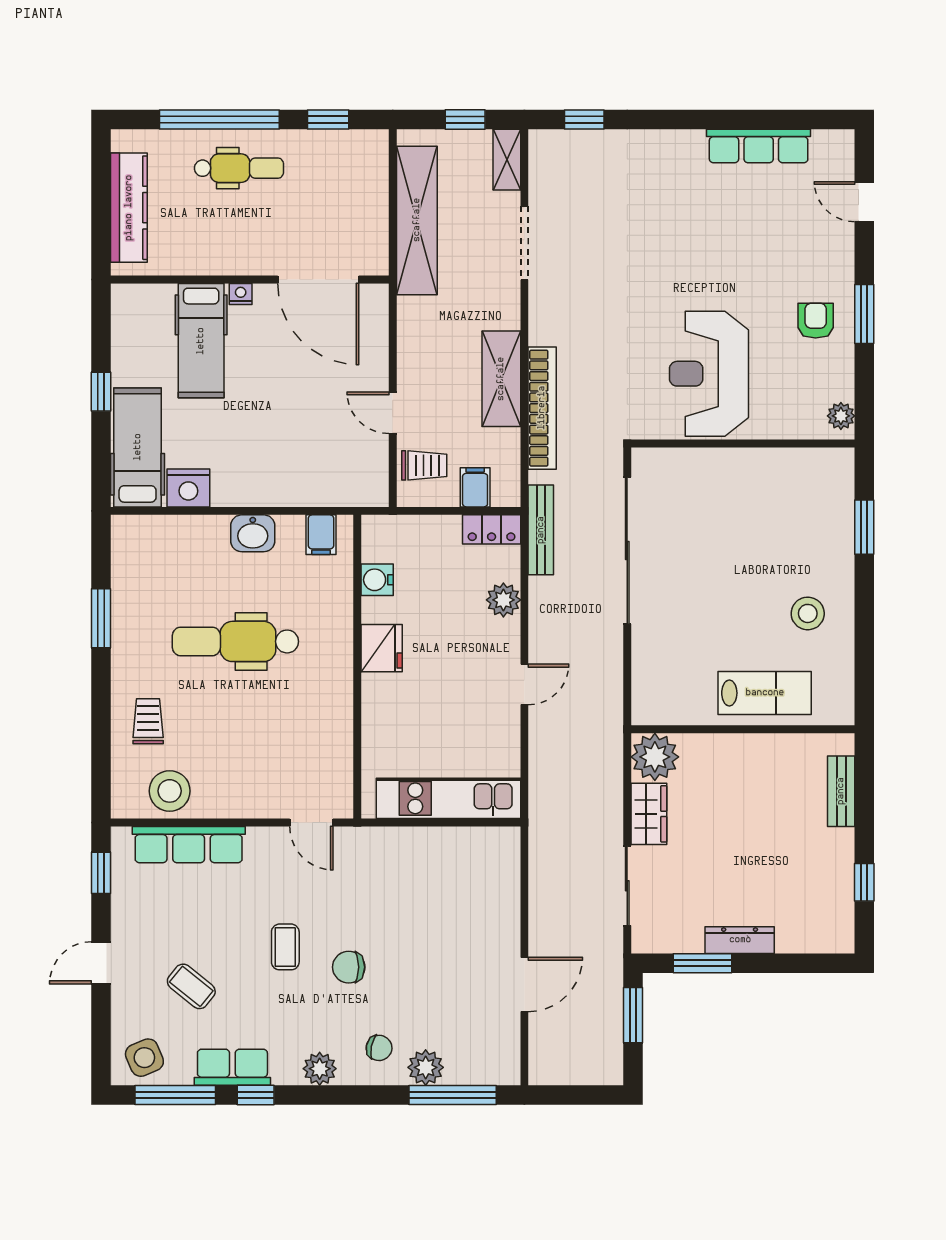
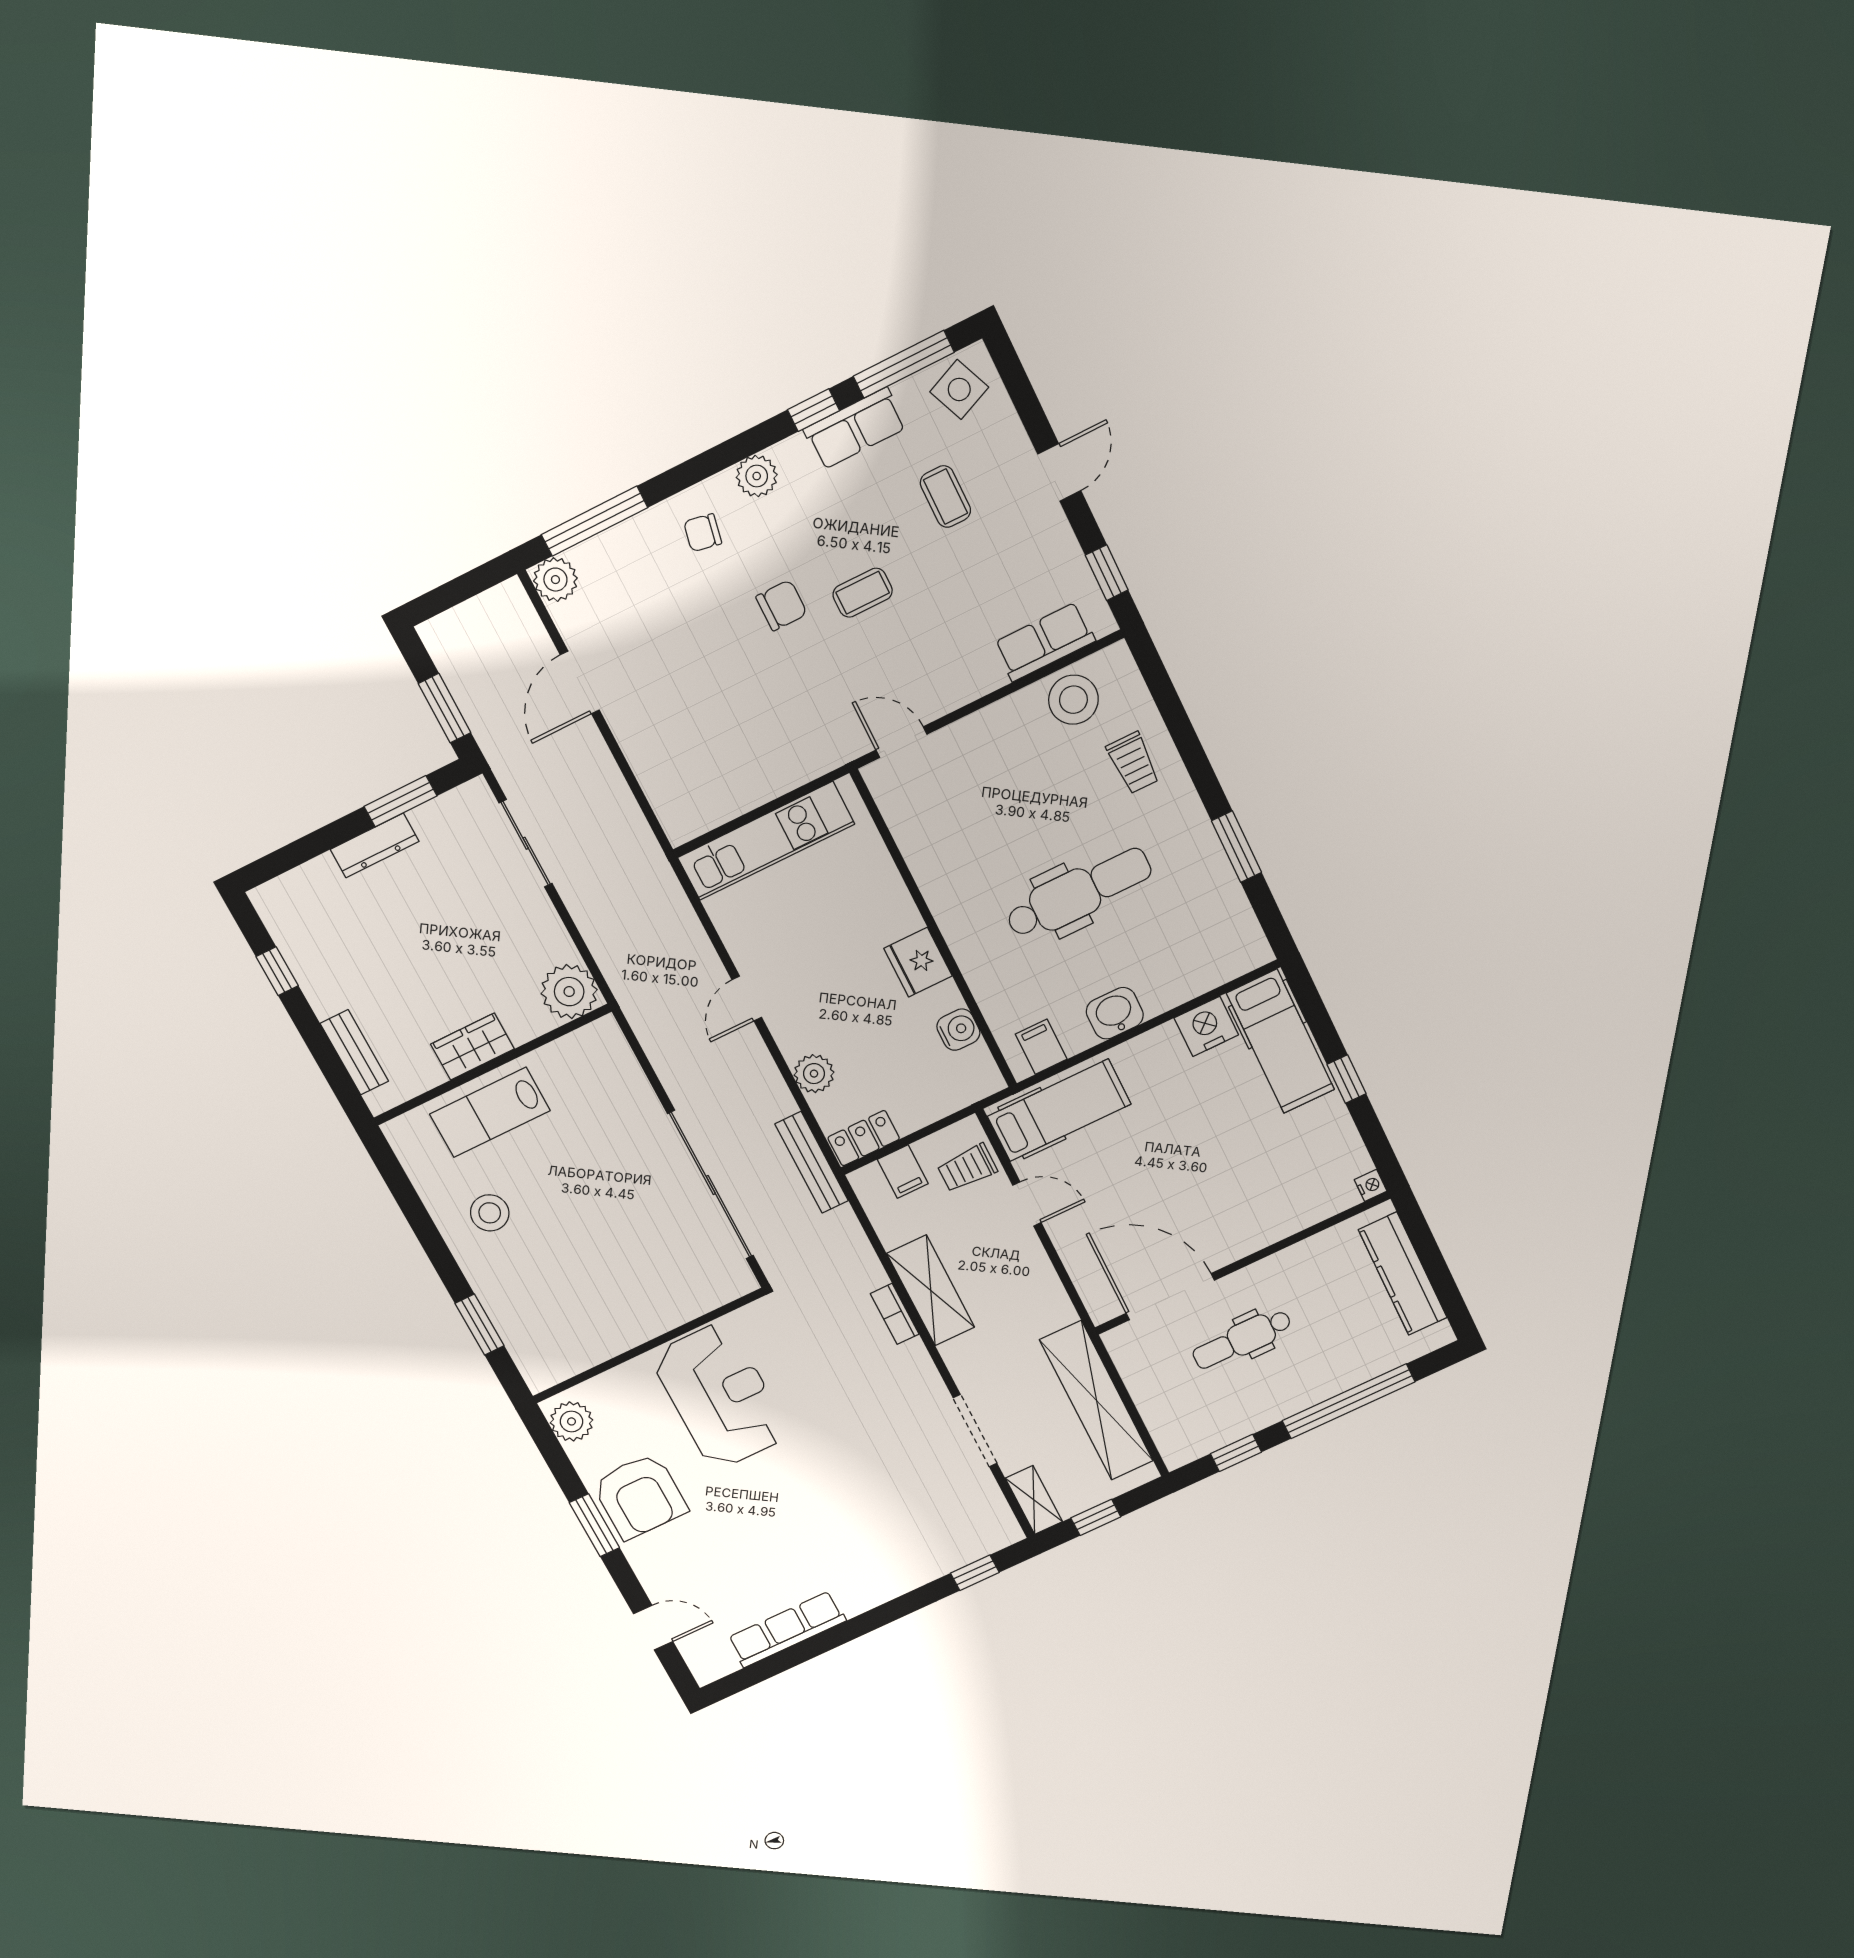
dental chair: (239, 168) -> (1242, 1339), moved
nightstand: (241, 294) -> (1371, 1185), moved, turned -90
armchair: (816, 321) -> (640, 1496), width x1.88, depth x1.88
hospital bed: (201, 341) -> (1059, 1110), moved, turned 90
bookcase: (542, 408) -> (895, 1314), width x0.43, depth x0.76
plant: (841, 416) -> (572, 1421), width x1.38, depth x1.38
wardrobe: (649, 814) -> (472, 1047), moved, turned 90
row of seats: (189, 845) -> (1045, 642), width x0.68
coffee table: (285, 947) -> (863, 593), turned 90
coffee table: (191, 986) -> (945, 497), turned 51
plant: (426, 1067) -> (555, 580), moved

